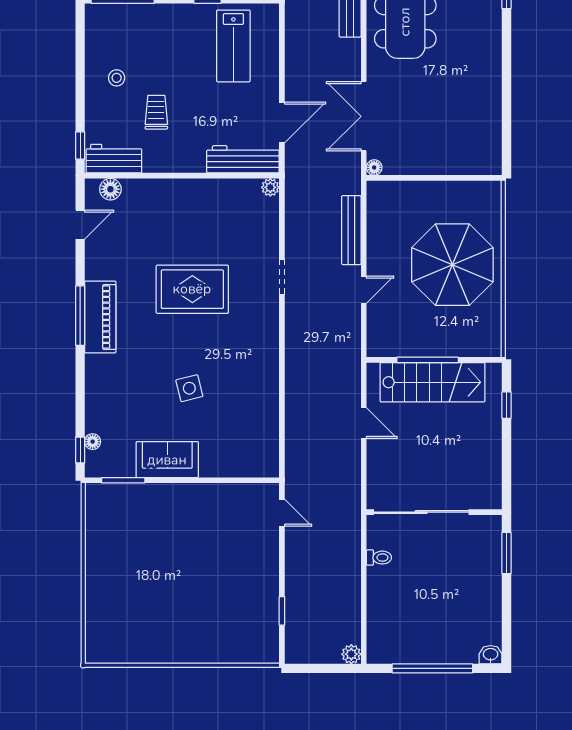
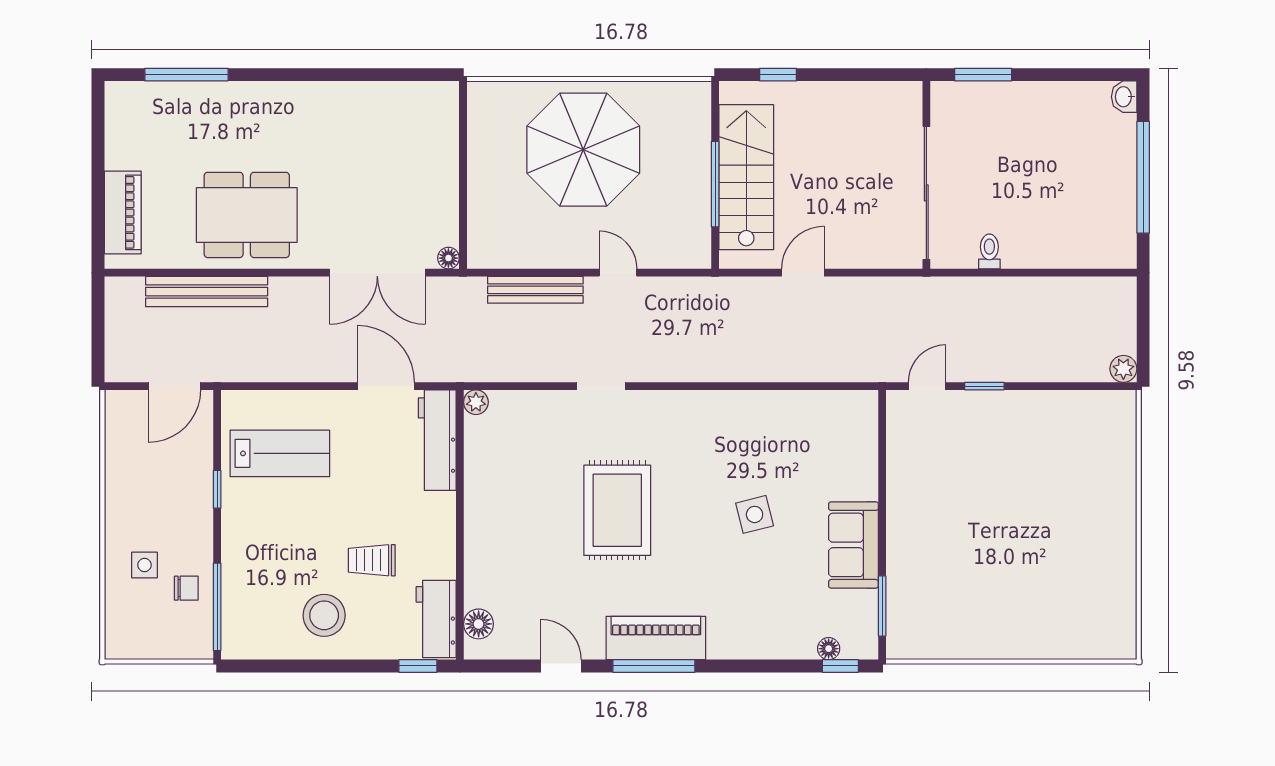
stool: (117, 78) -> (324, 615), width x1.89, depth x1.89
door: (80, 225) -> (561, 666), moved
window: (282, 611) -> (984, 386), moved
plant: (351, 654) -> (1123, 369), moved

